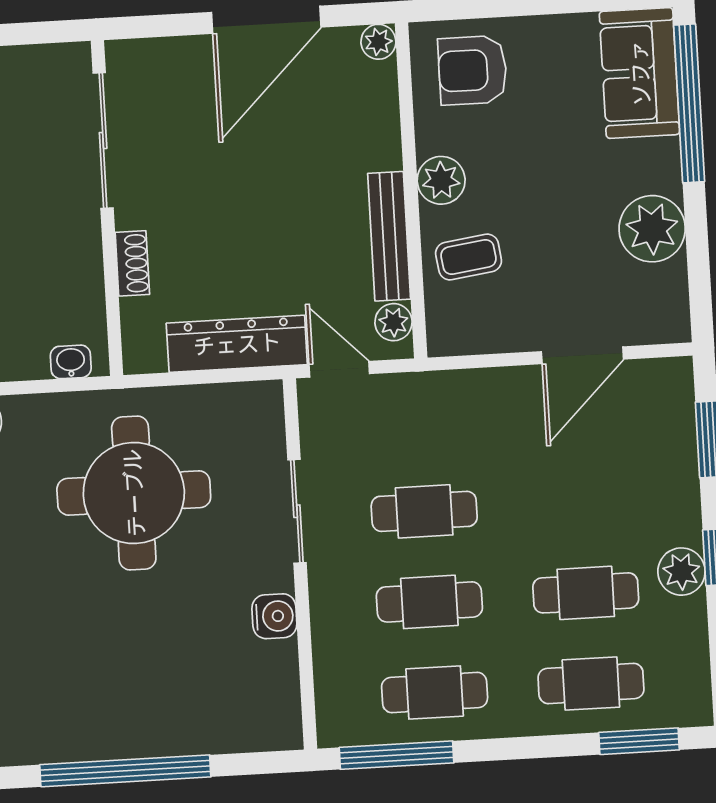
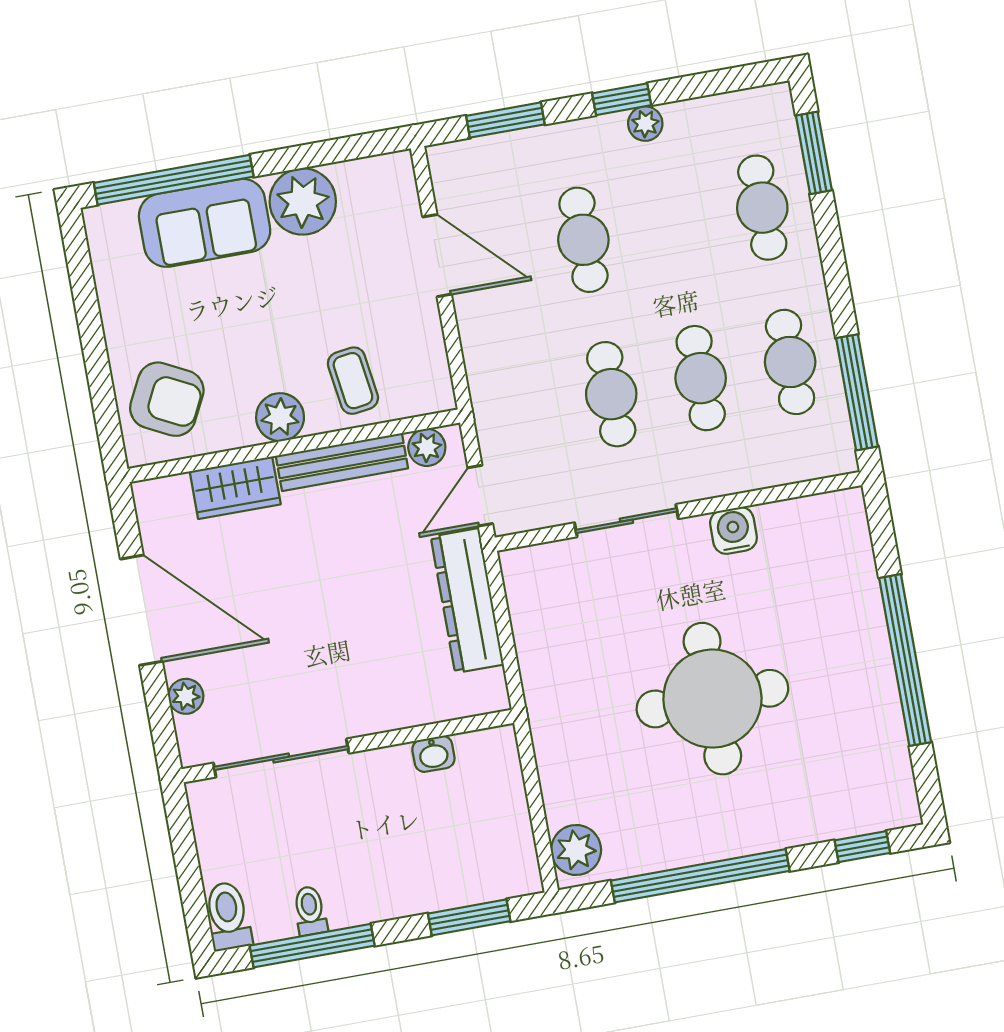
plant: (378, 42) -> (186, 696), moved
armchair: (472, 70) -> (167, 399), turned -63
sofa: (640, 73) -> (205, 223), moved
wardrobe: (377, 127) -> (235, 488), added
shoe rack: (132, 263) -> (400, 714), removed
washbasin: (71, 362) -> (433, 754), moved, turned -90
round table: (134, 493) -> (712, 699), moved
plant: (681, 572) -> (645, 124), width x0.73, depth x0.73
cafe table: (586, 593) -> (583, 240), moved

